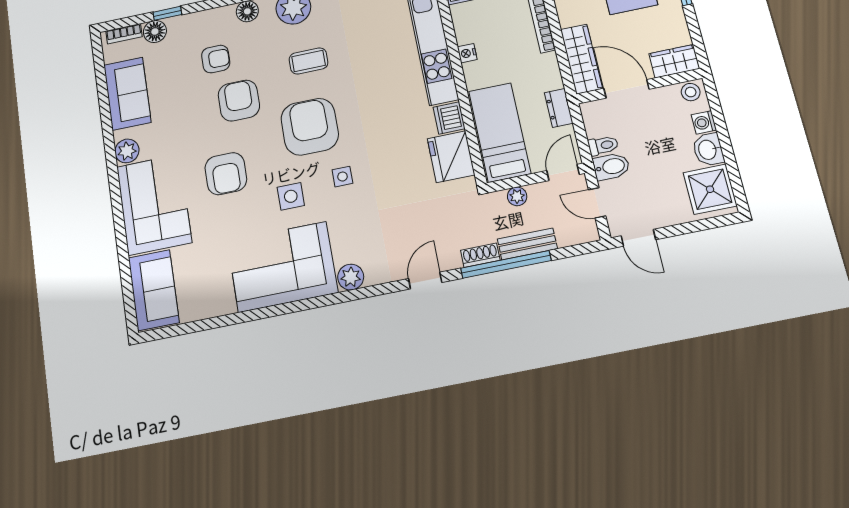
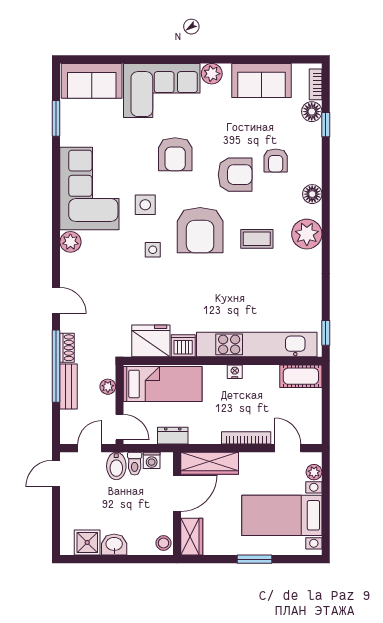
coffee table: (309, 61) -> (257, 239), turned 90
washing machine: (704, 122) -> (152, 460), moved, turned 180
armchair: (310, 127) -> (200, 230), turned 90
armchair: (226, 174) -> (175, 154), turned -90
shower: (710, 189) -> (87, 542), width x0.73, depth x0.73
window: (204, 325) -> (56, 118), added

